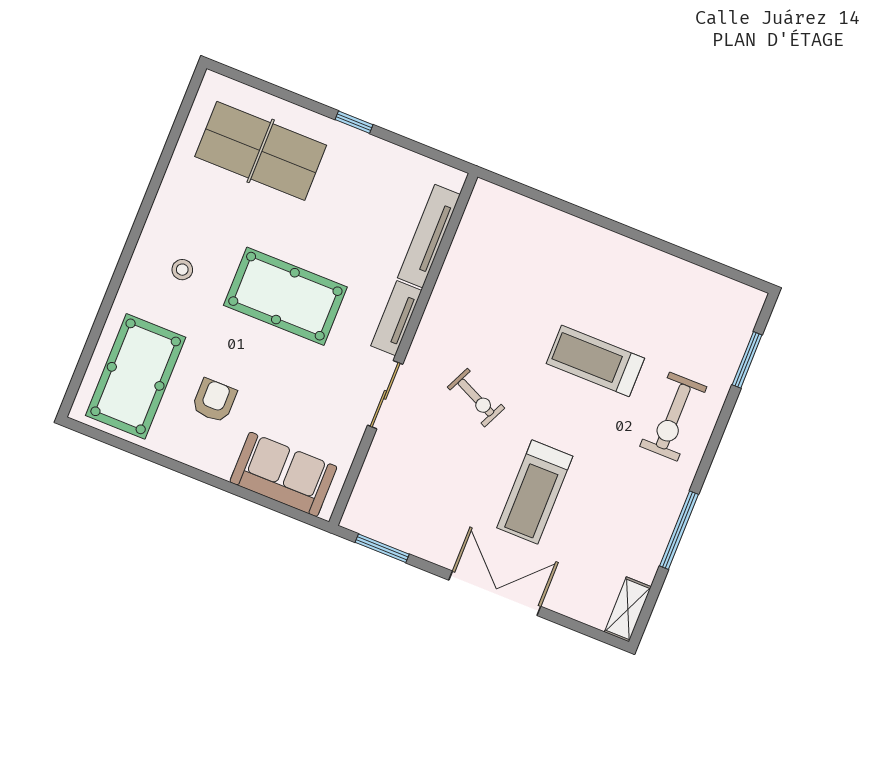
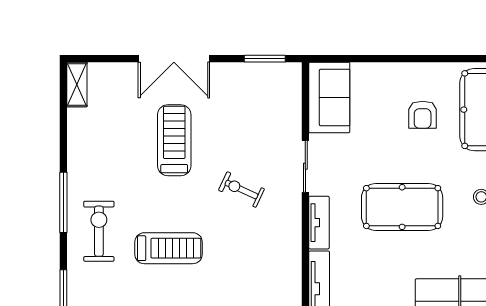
sofa: (283, 474) -> (329, 98), moved, turned -90
window: (679, 530) -> (63, 202), moved

